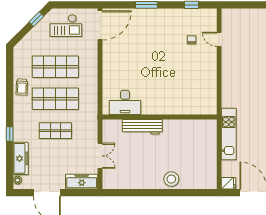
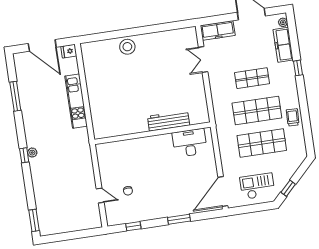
desk: (125, 102) -> (190, 143), moved
wall: (160, 117) -> (152, 133), moved
workbench: (142, 127) -> (169, 121), moved

